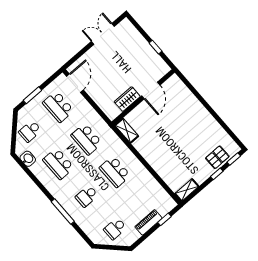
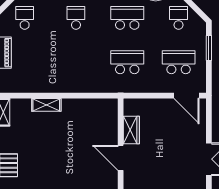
shelving: (127, 131) -> (46, 105), moved
school desk: (115, 172) -> (76, 62), removed

